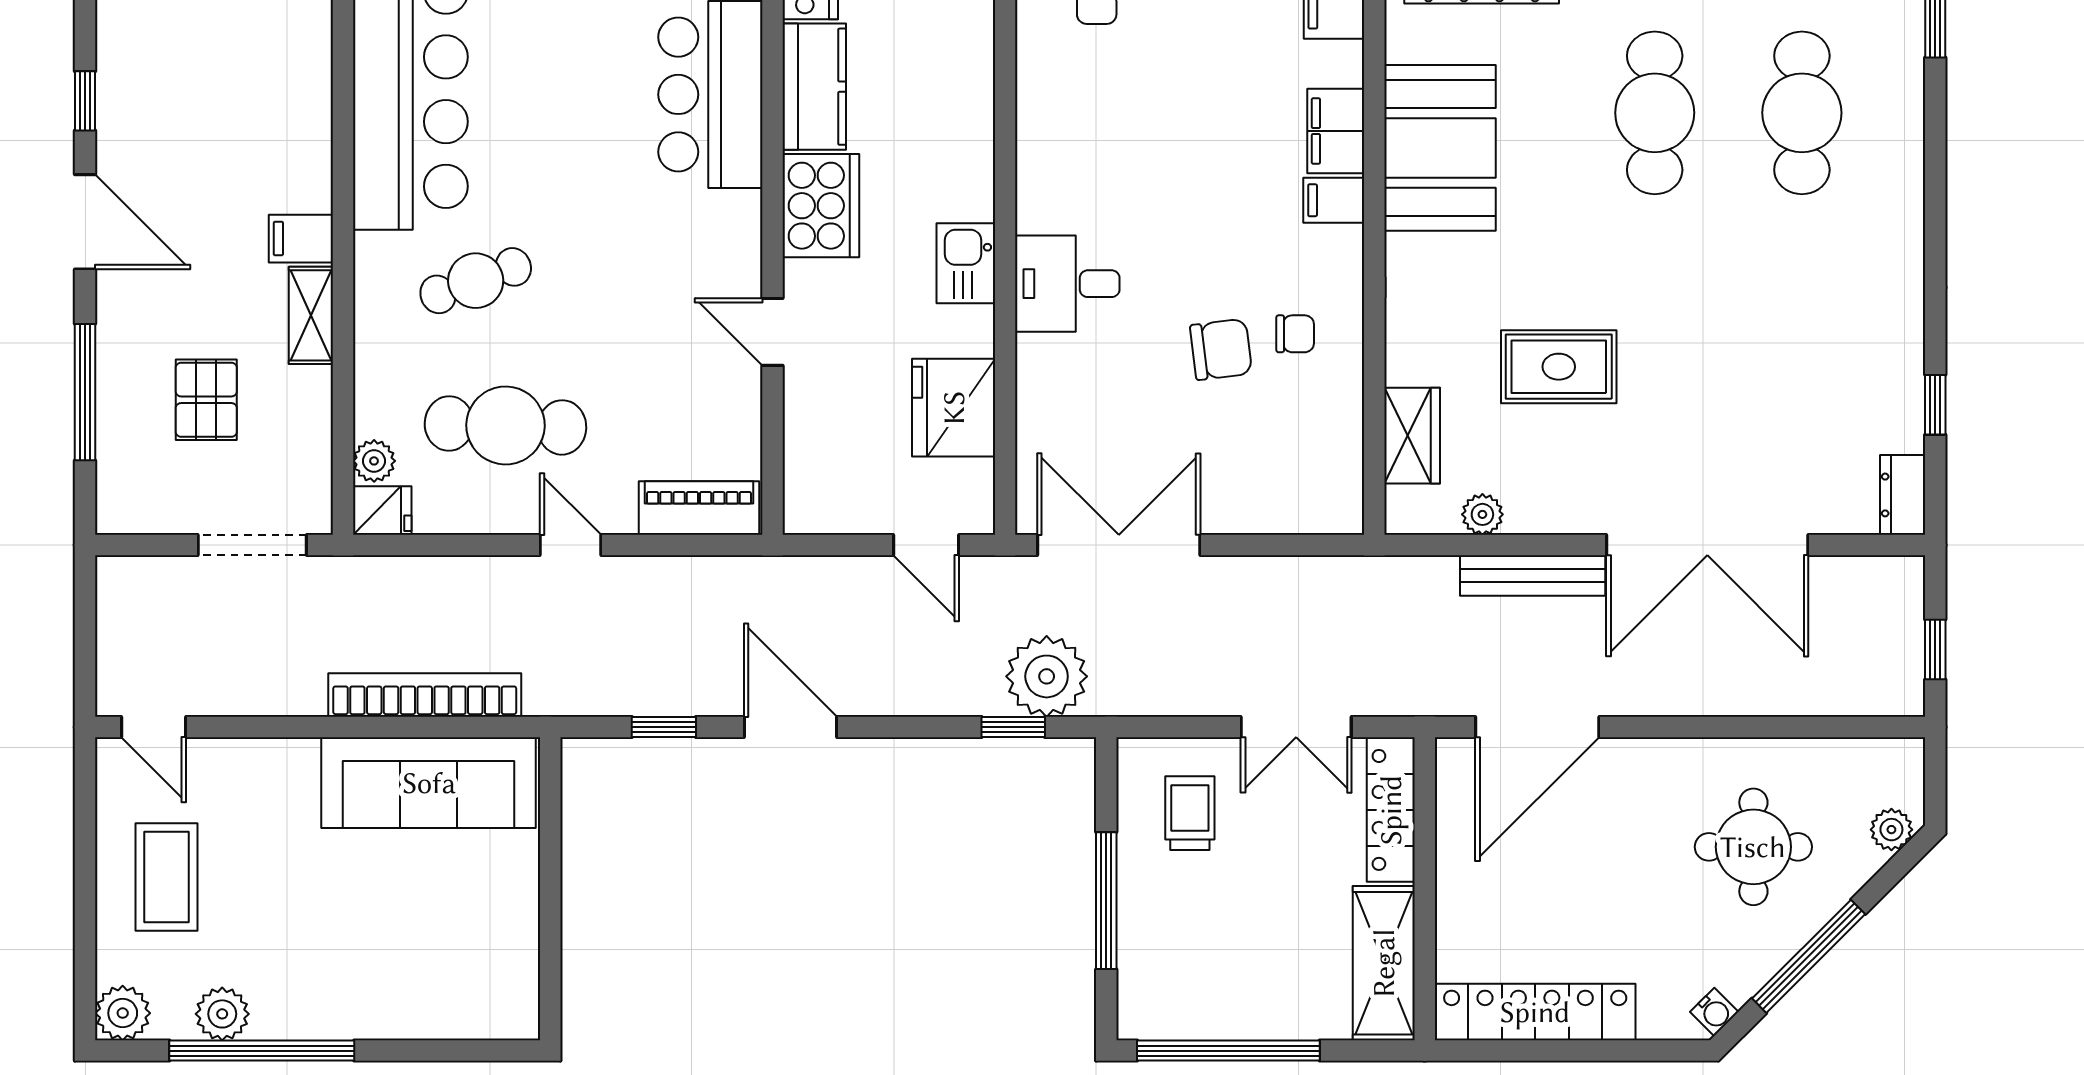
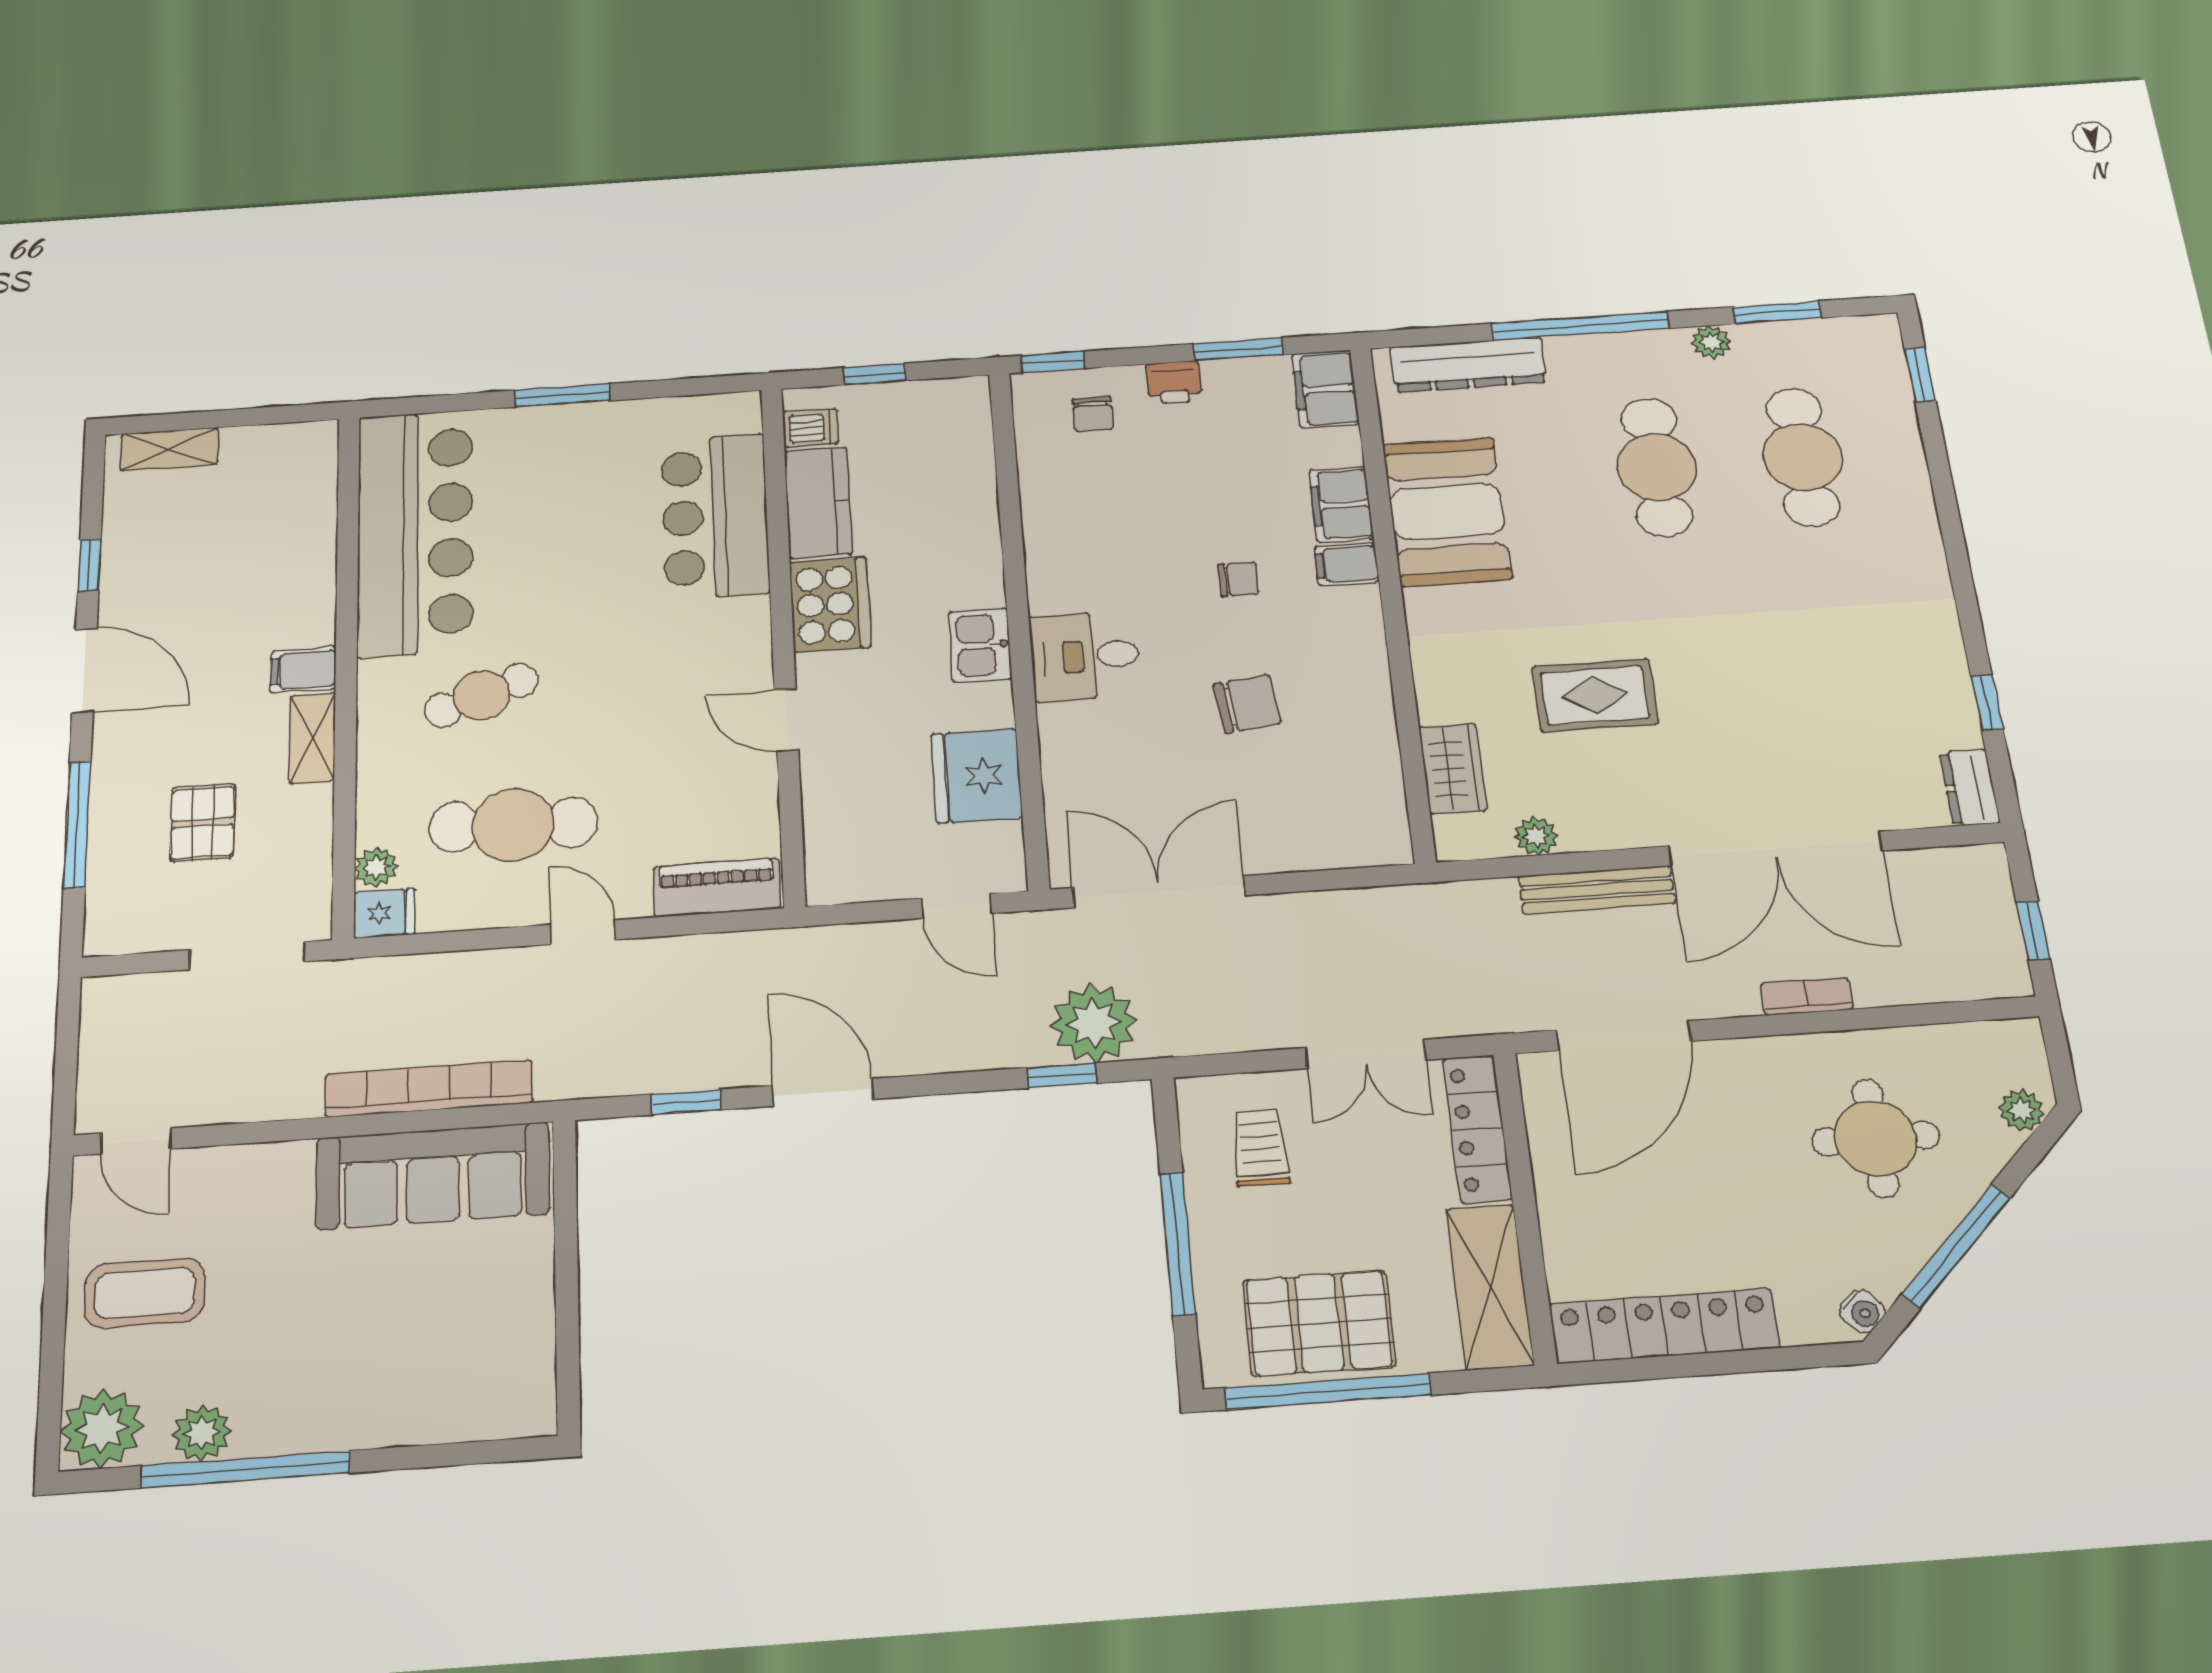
chair: (1295, 334) -> (1238, 579), moved
bookcase: (1713, 700) -> (1807, 996), added
coffee table: (167, 877) -> (145, 1293), turned 90
pallet: (1227, 986) -> (1319, 1323), added
plant: (123, 1013) -> (102, 1429), width x1.36, depth x1.36

